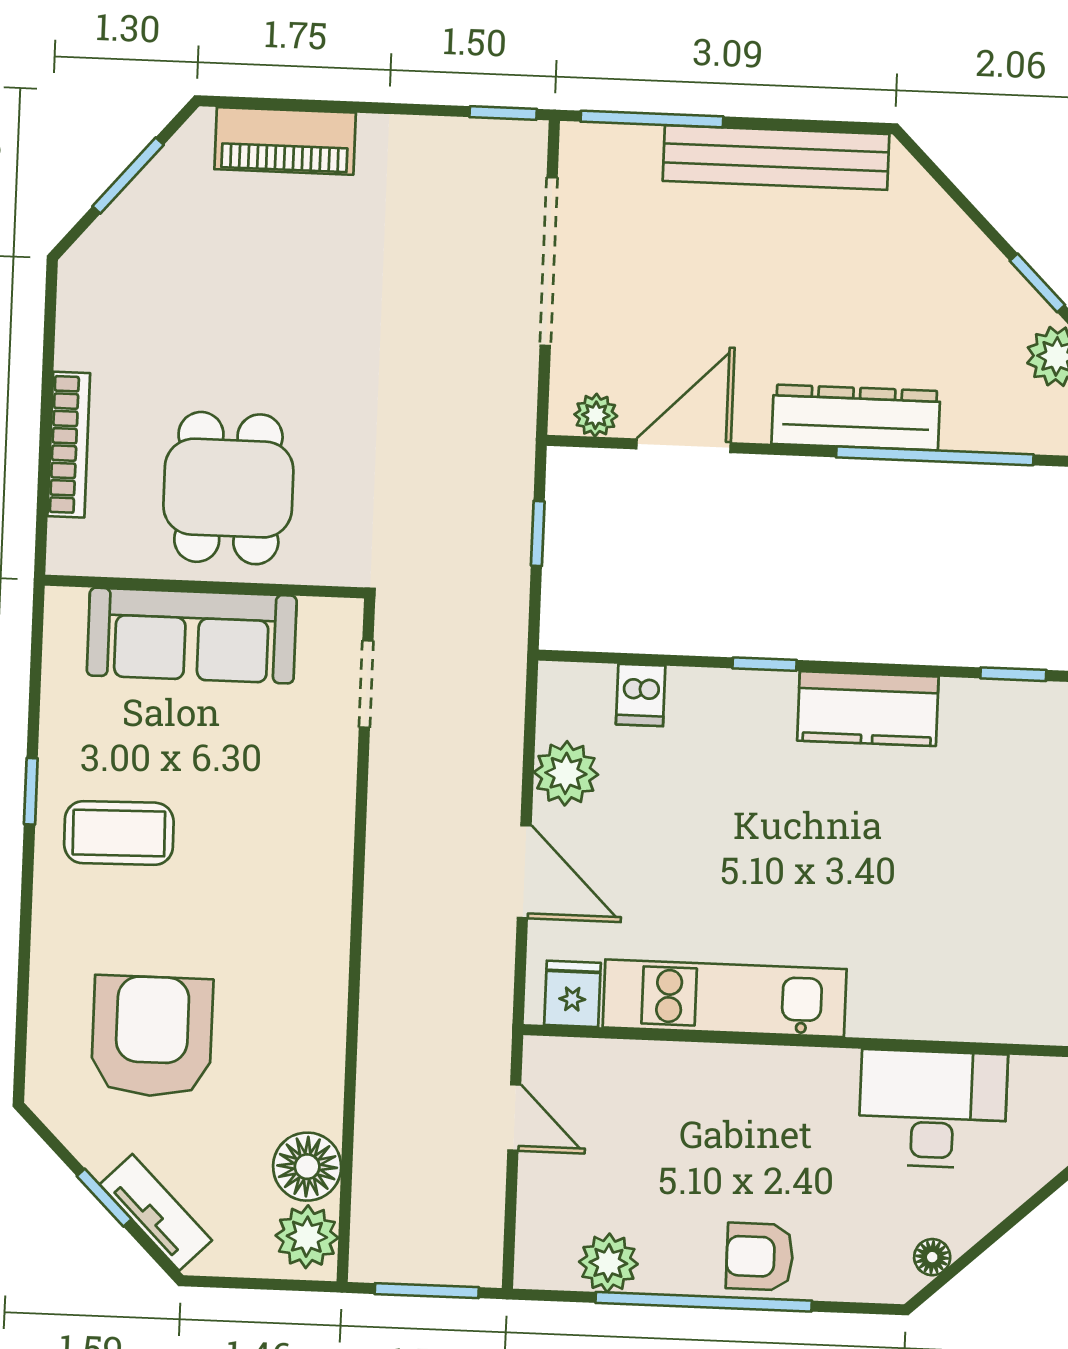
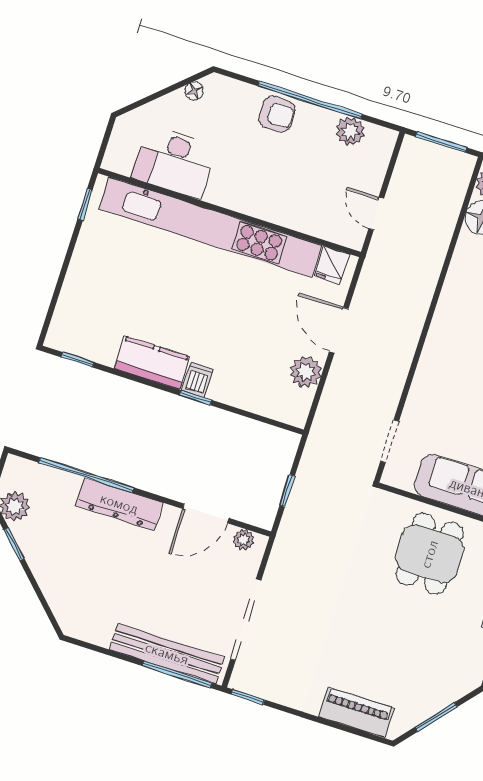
bench: (776, 157) -> (167, 654), moved
dishwasher: (641, 695) -> (198, 380), moved
kitchen unit: (725, 998) -> (210, 227), width x1.86

